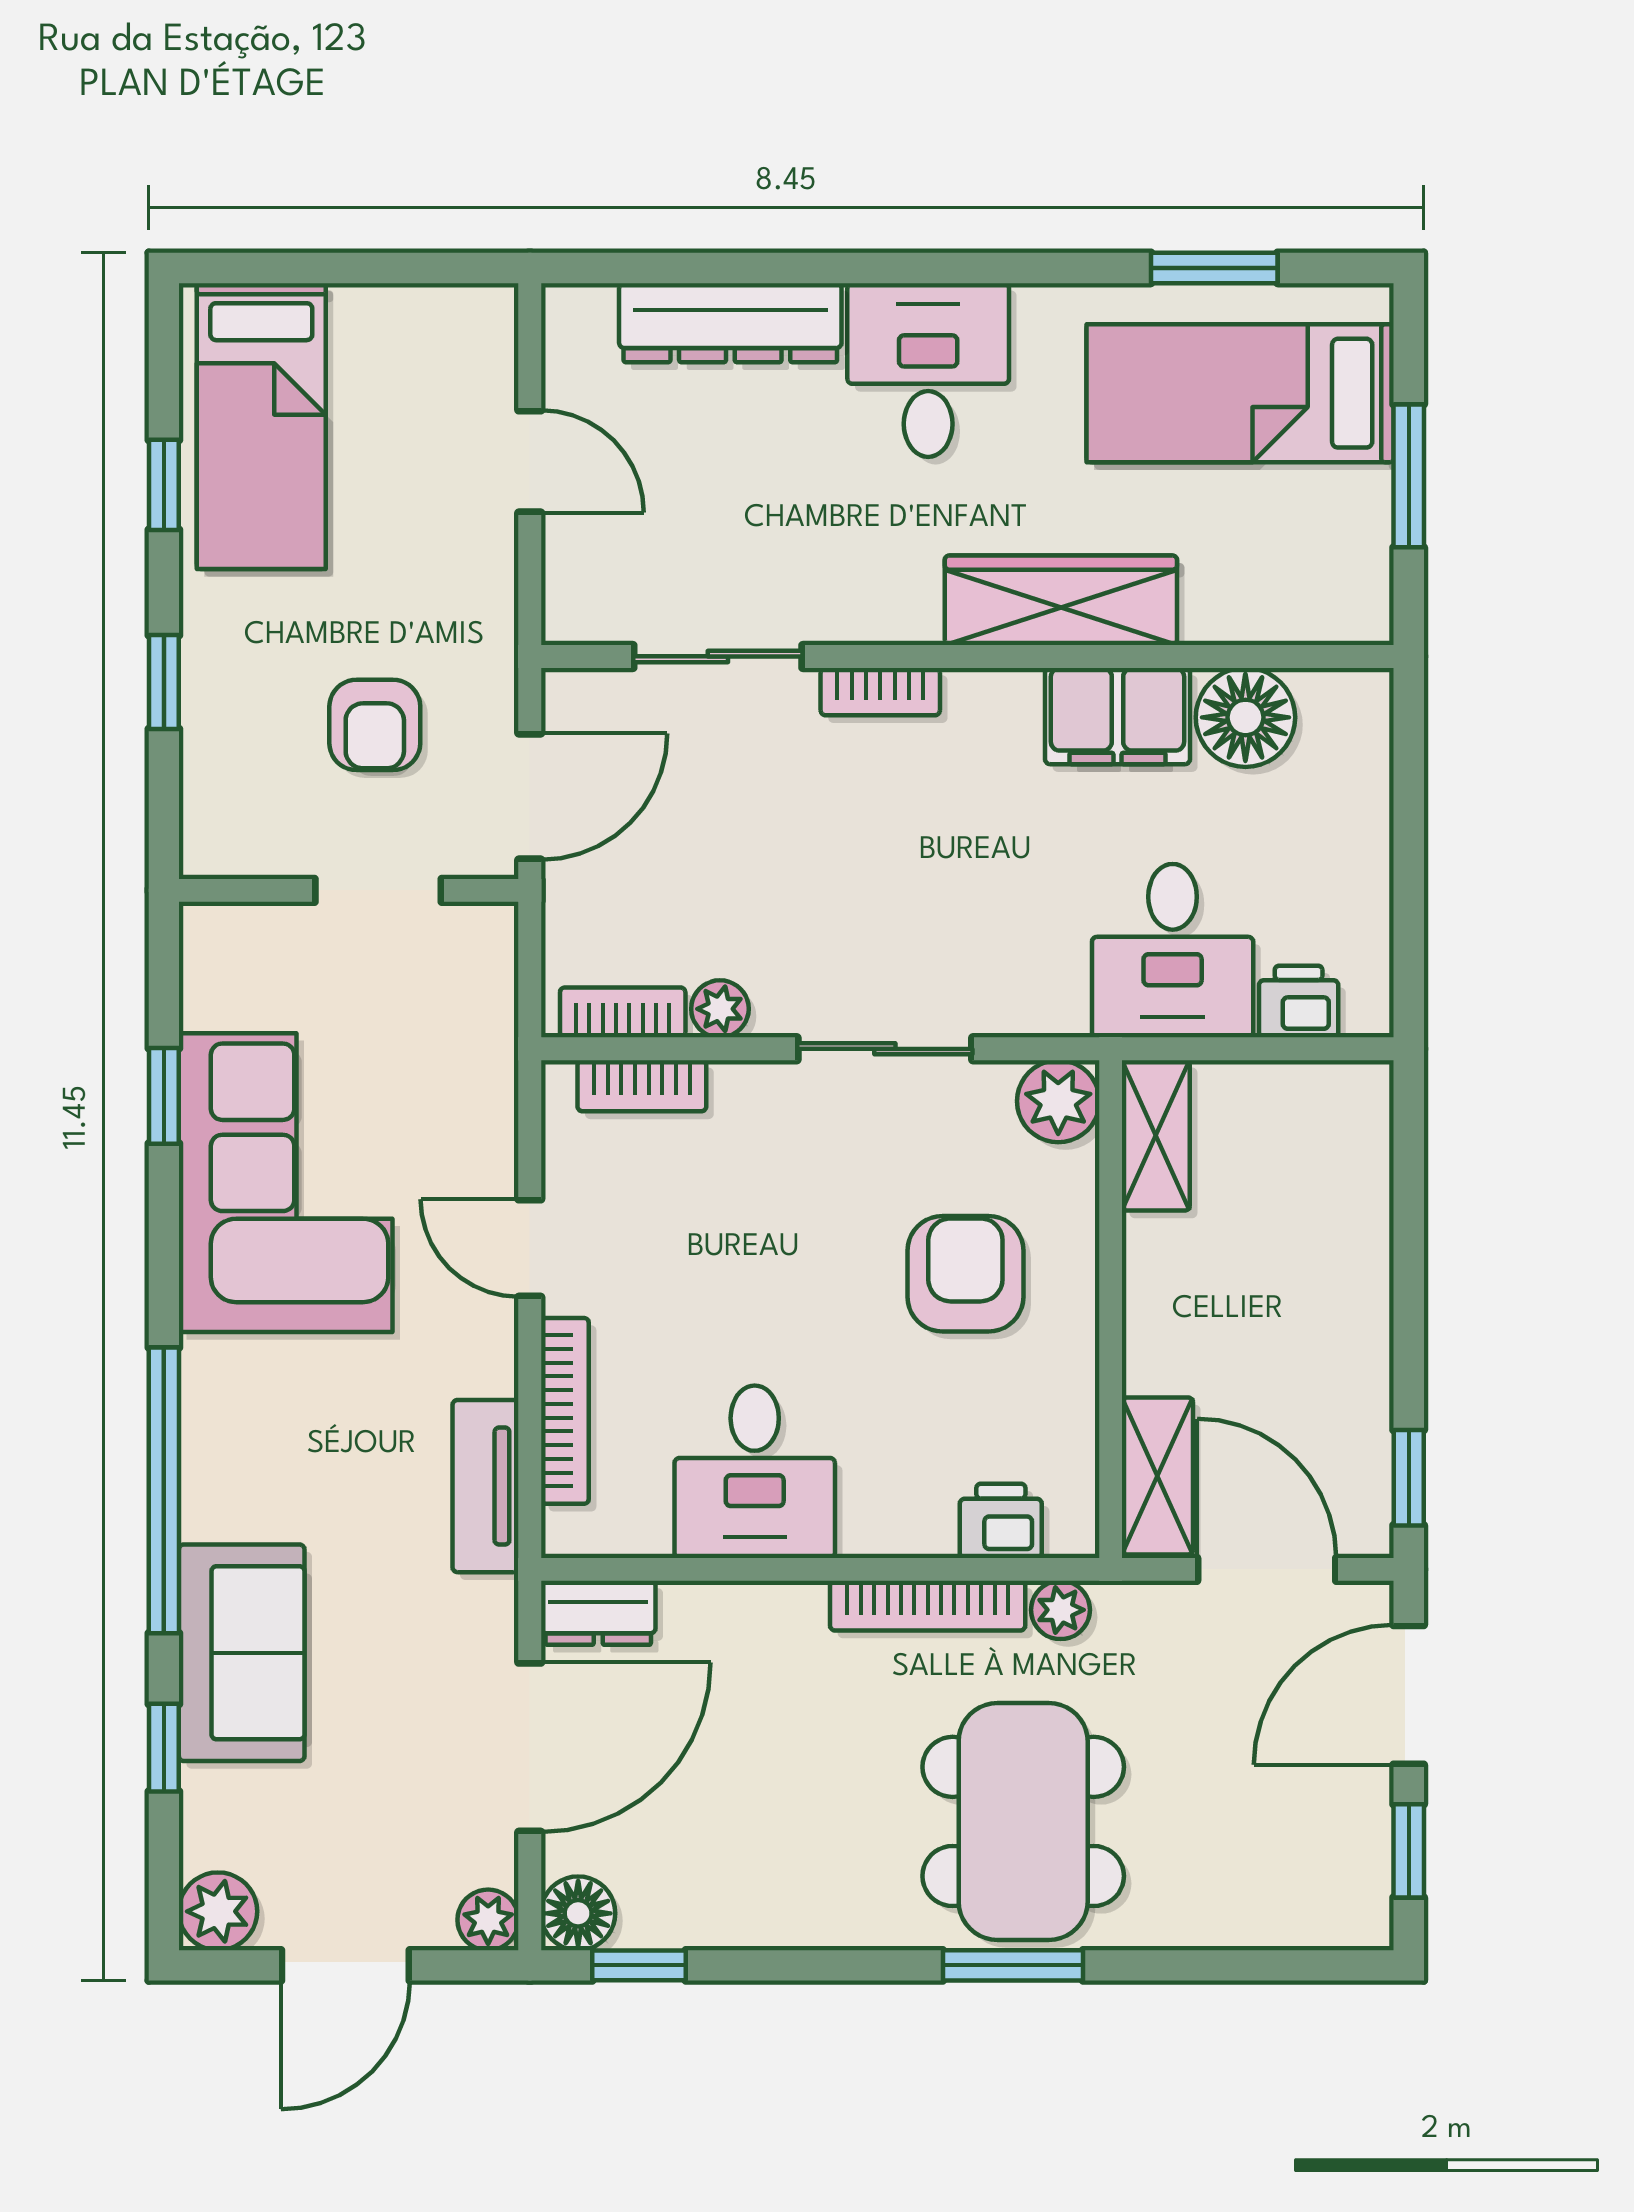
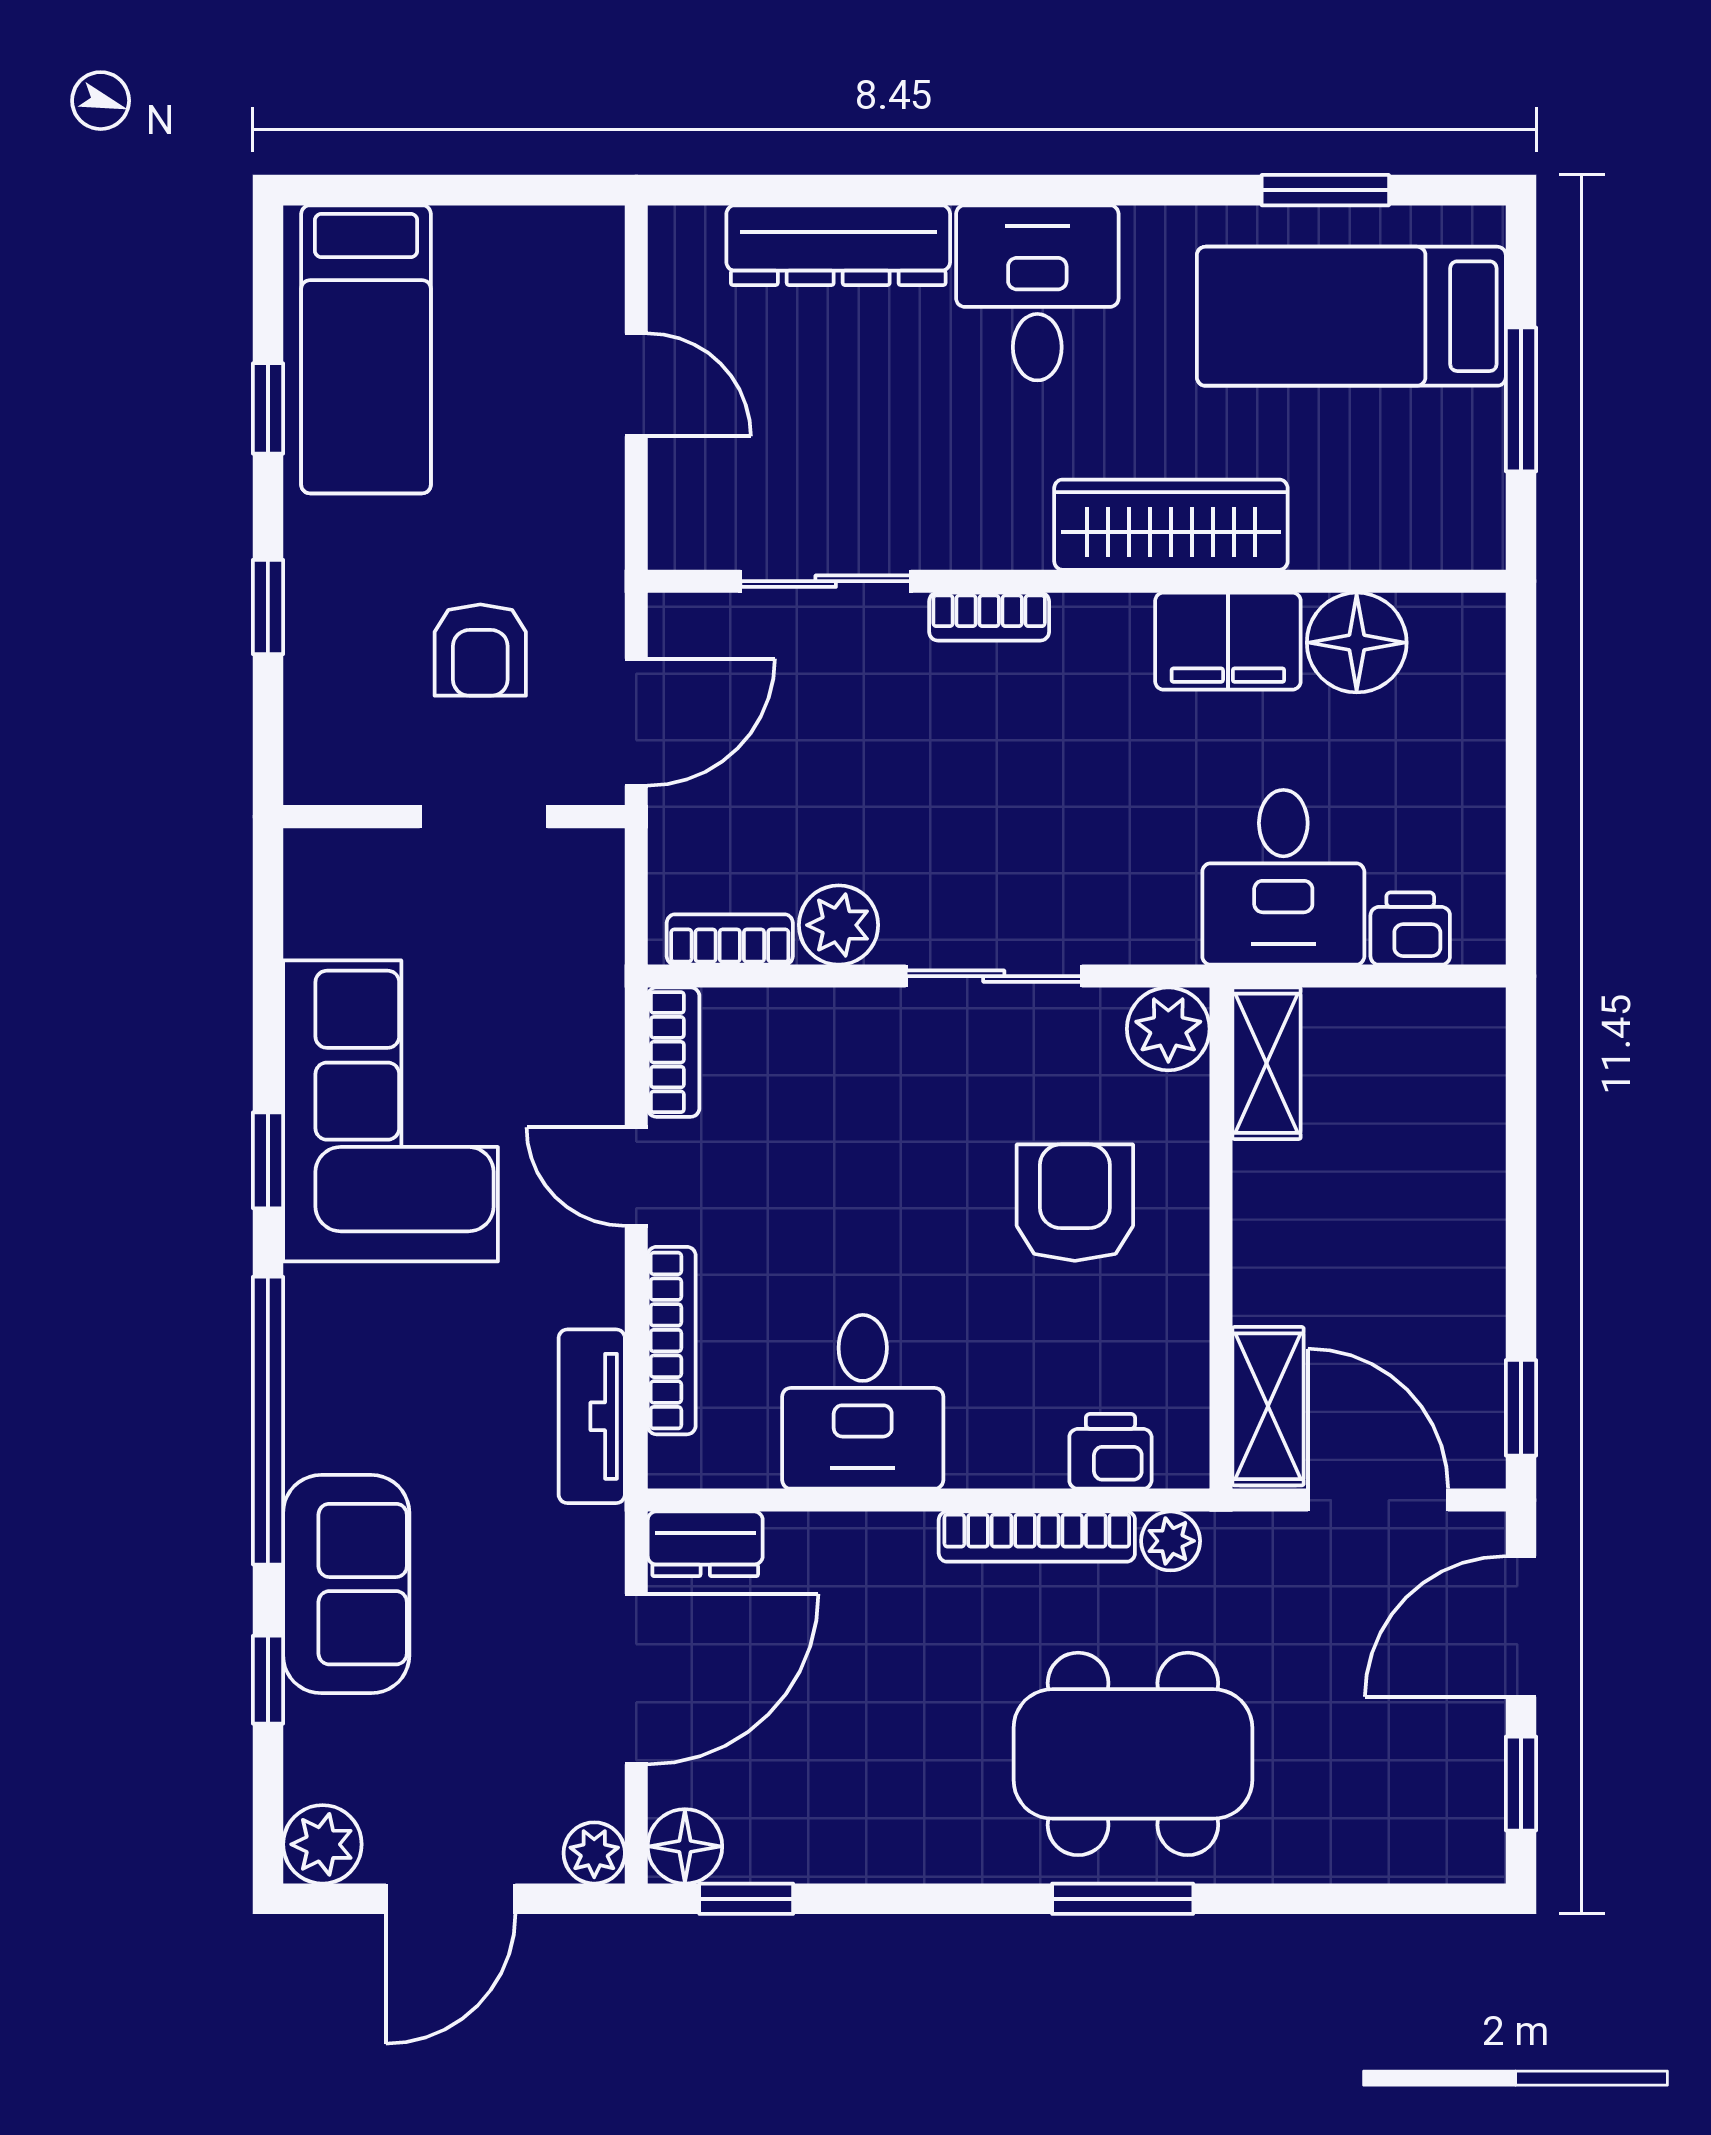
plant: (720, 1009) -> (839, 925), width x1.38, depth x1.38
bookcase: (642, 1086) -> (674, 1052), moved, turned -90
window: (164, 1096) -> (268, 1160), moved
dining table: (1023, 1821) -> (1133, 1754), turned 90

